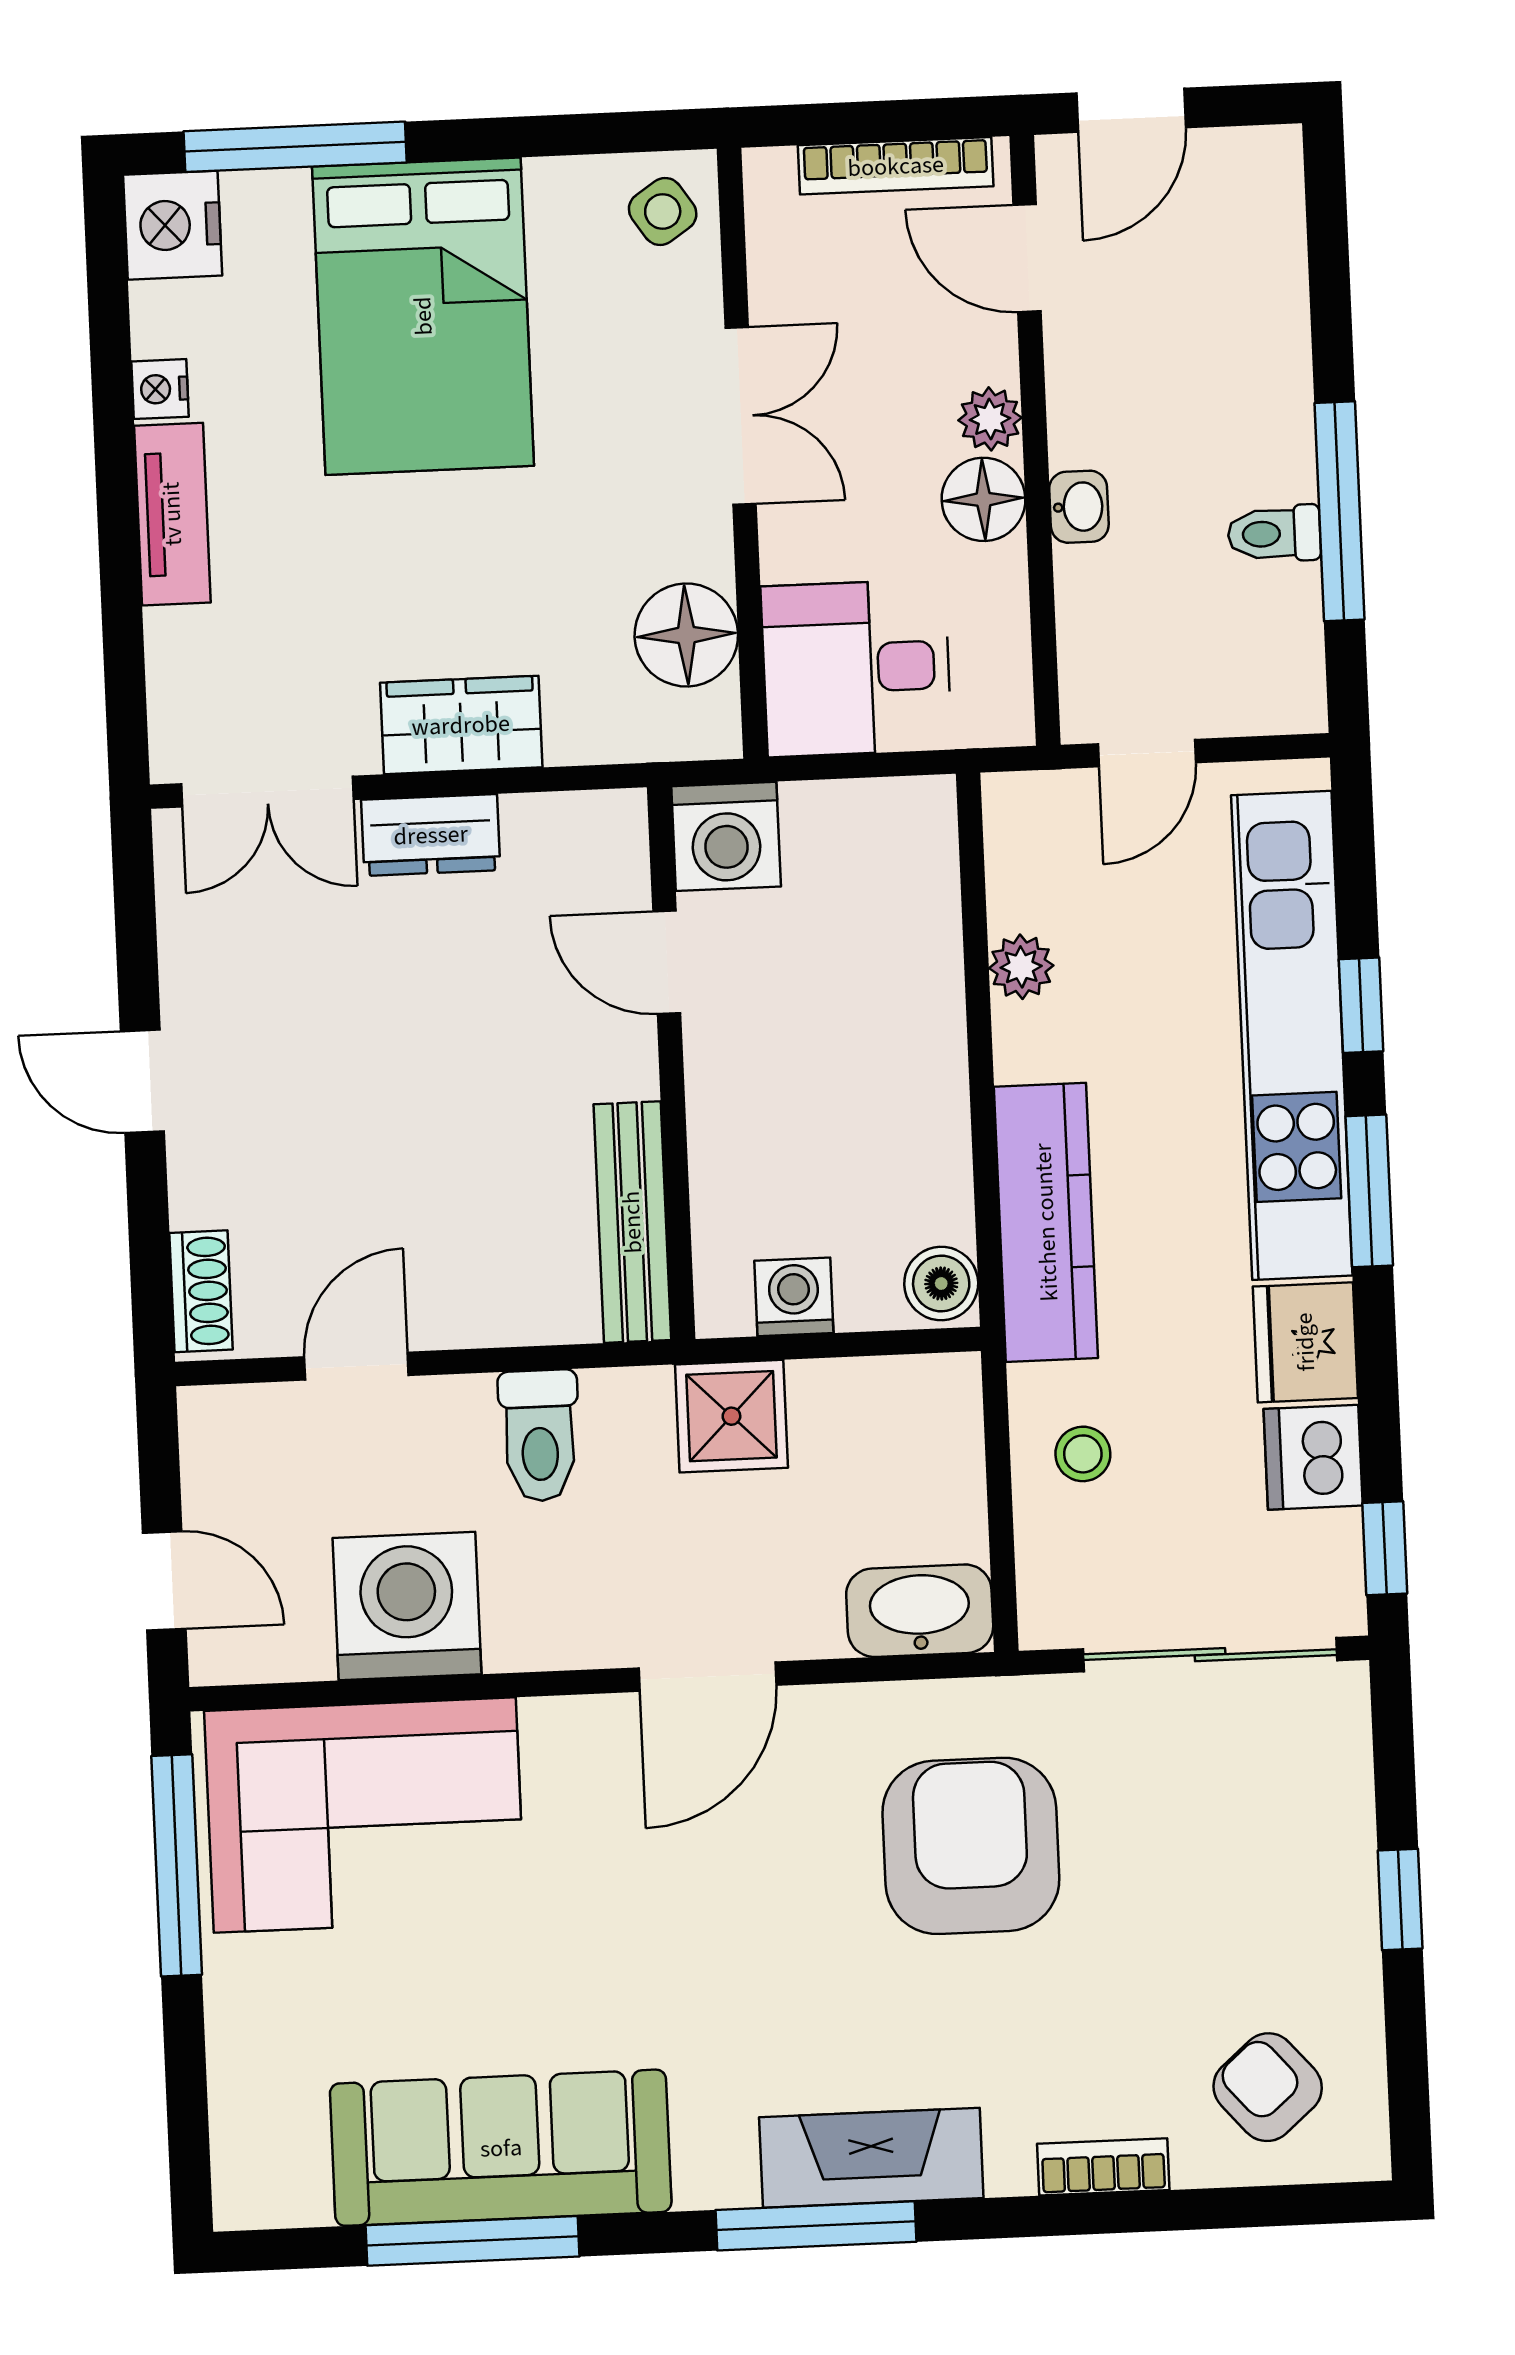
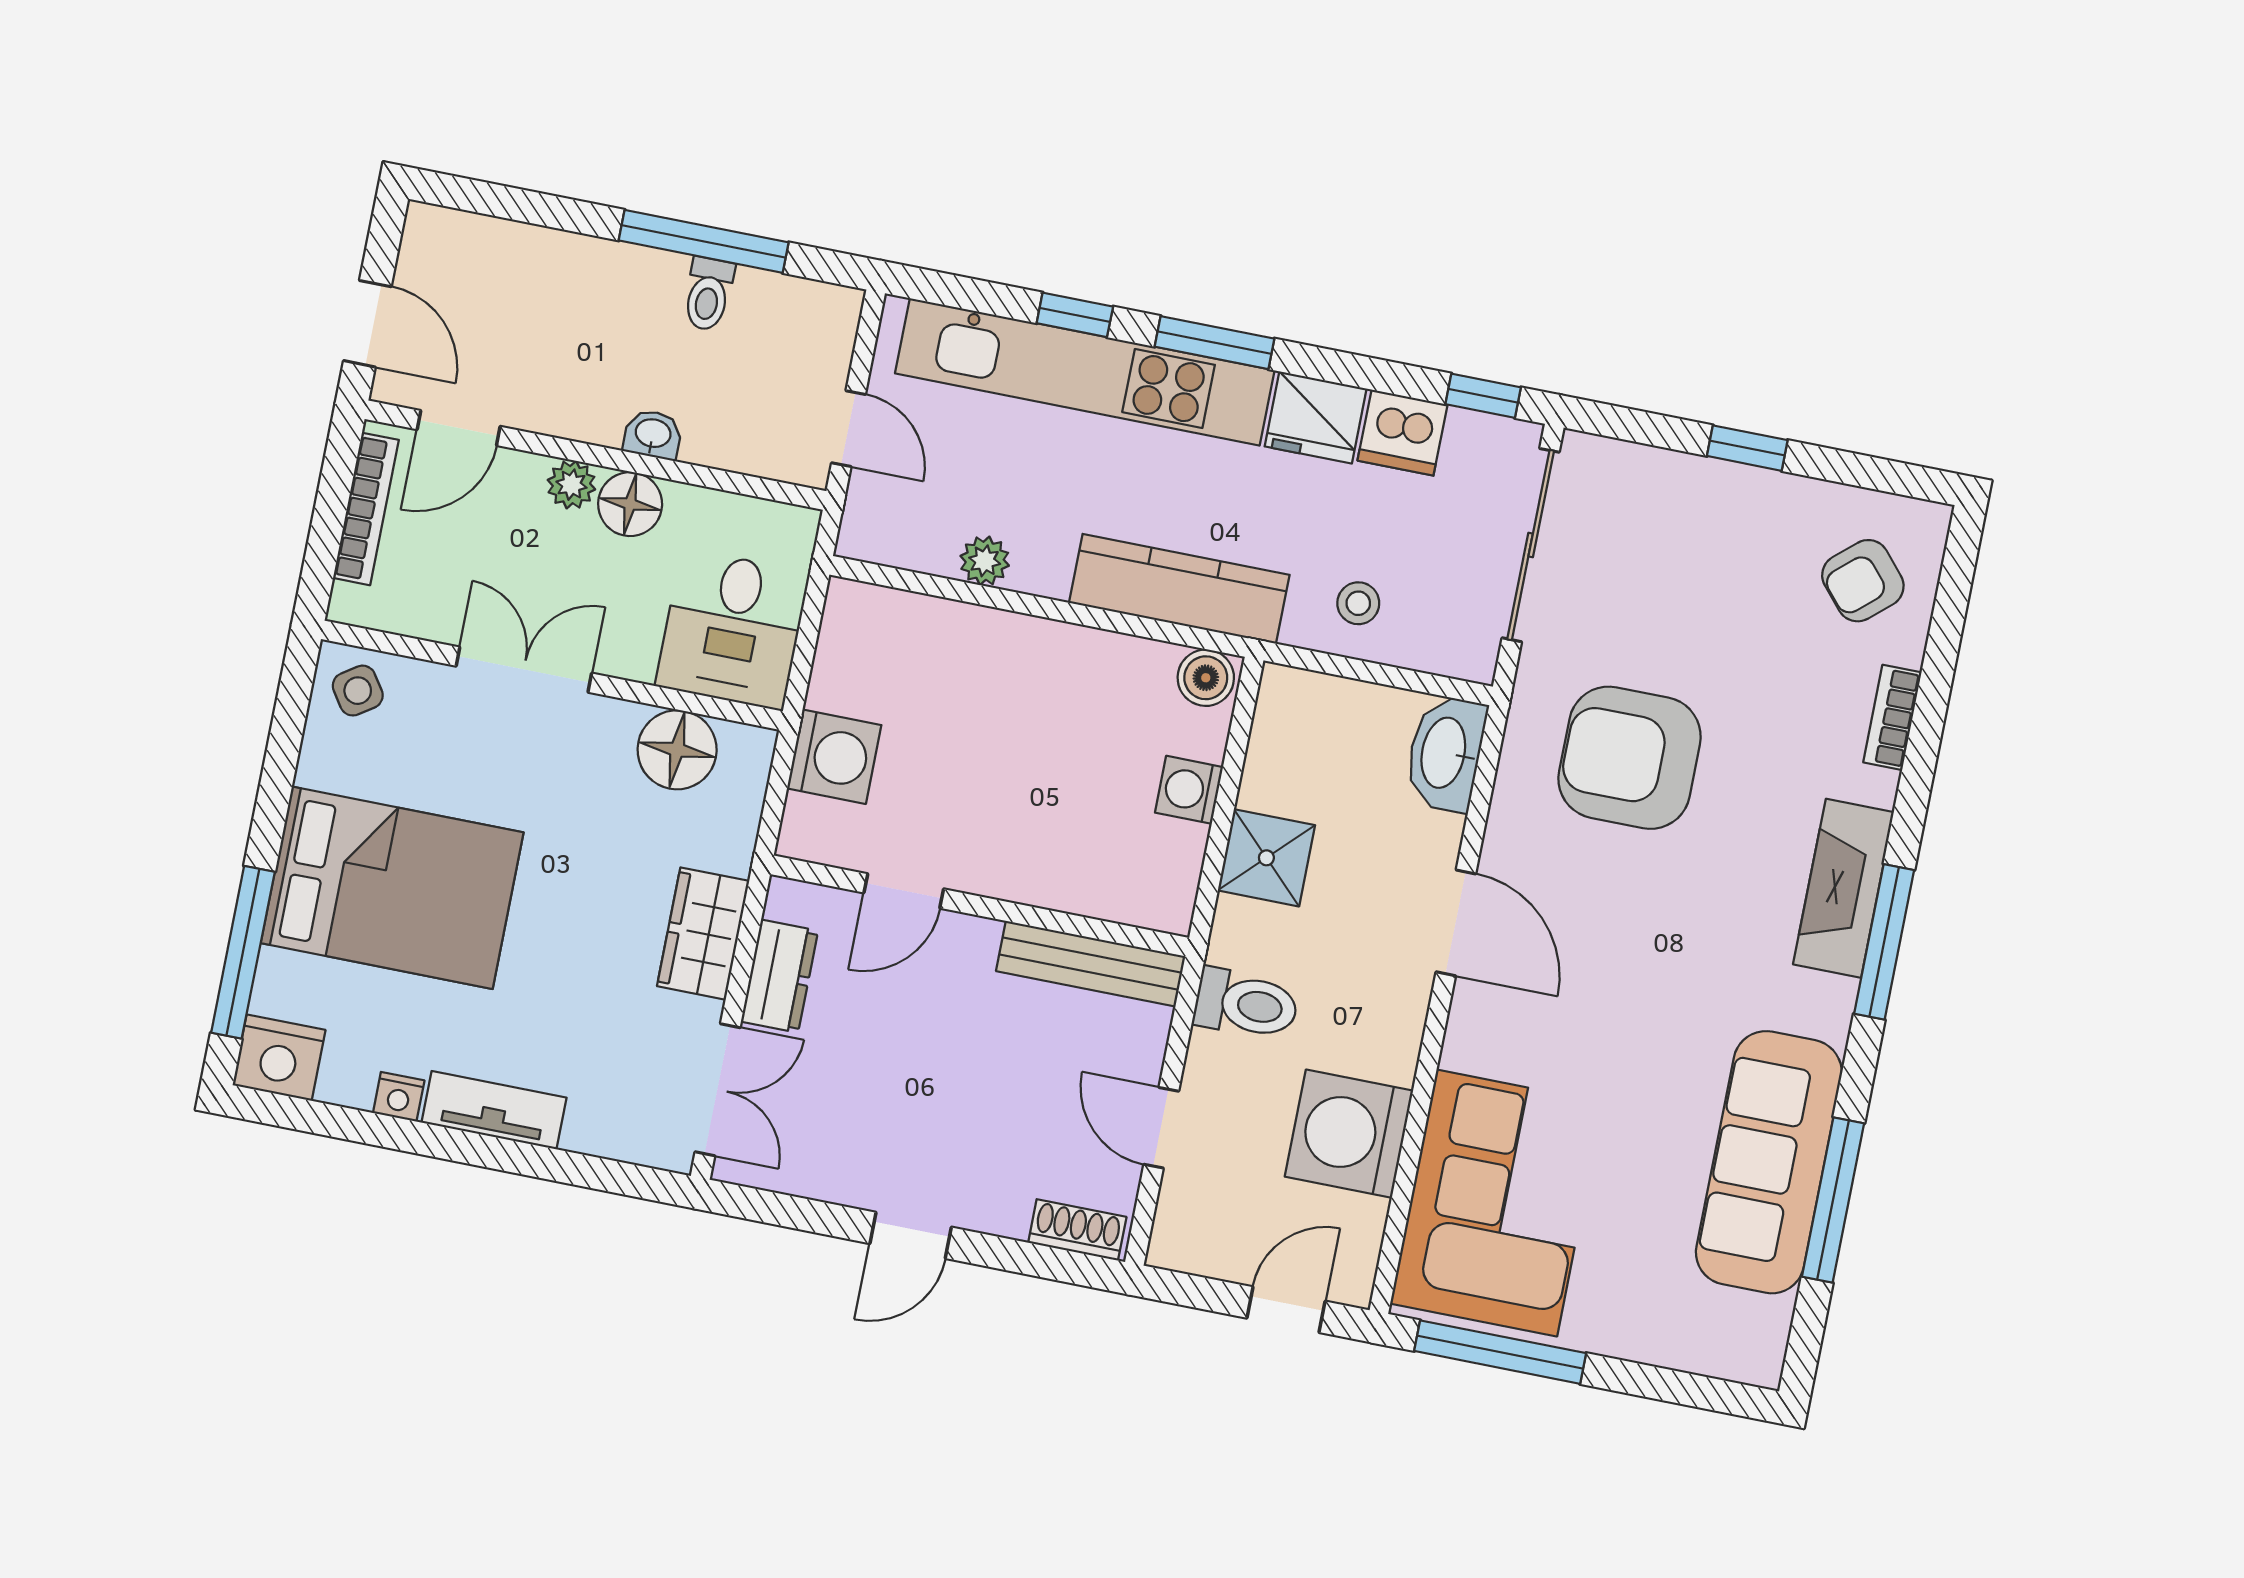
door: (667, 962) -> (904, 891), moved
wall: (671, 1063) -> (980, 906), moved
bench: (632, 1222) -> (1091, 964), moved

